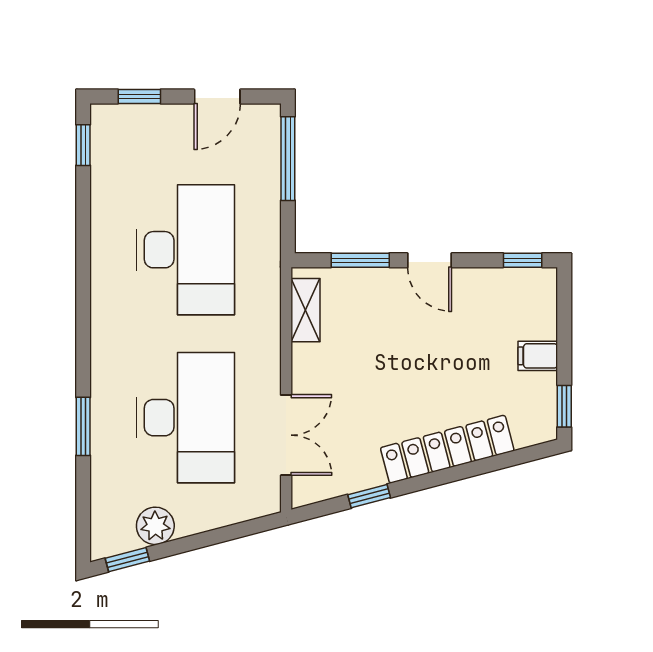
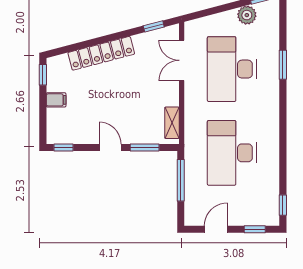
window: (288, 159) -> (181, 180), moved
window: (369, 496) -> (154, 26), moved

